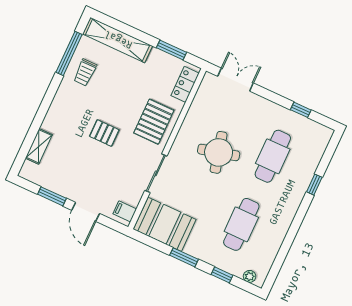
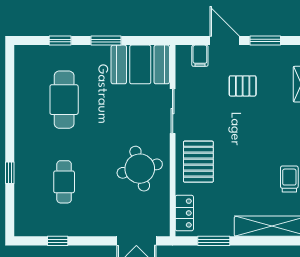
pallet: (104, 133) -> (243, 86), moved
round table: (219, 152) -> (140, 169), moved
cafe table: (273, 156) -> (64, 182), width x0.73, depth x0.74
filing cabinet: (125, 211) -> (200, 56), moved, turned 90
plant: (250, 276) -> (32, 52), removed

